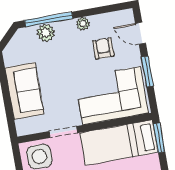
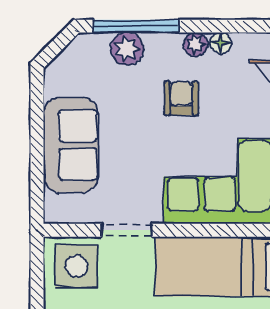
floor lamp: (96, 20) -> (221, 43), added
armchair: (103, 48) -> (181, 98), moved

